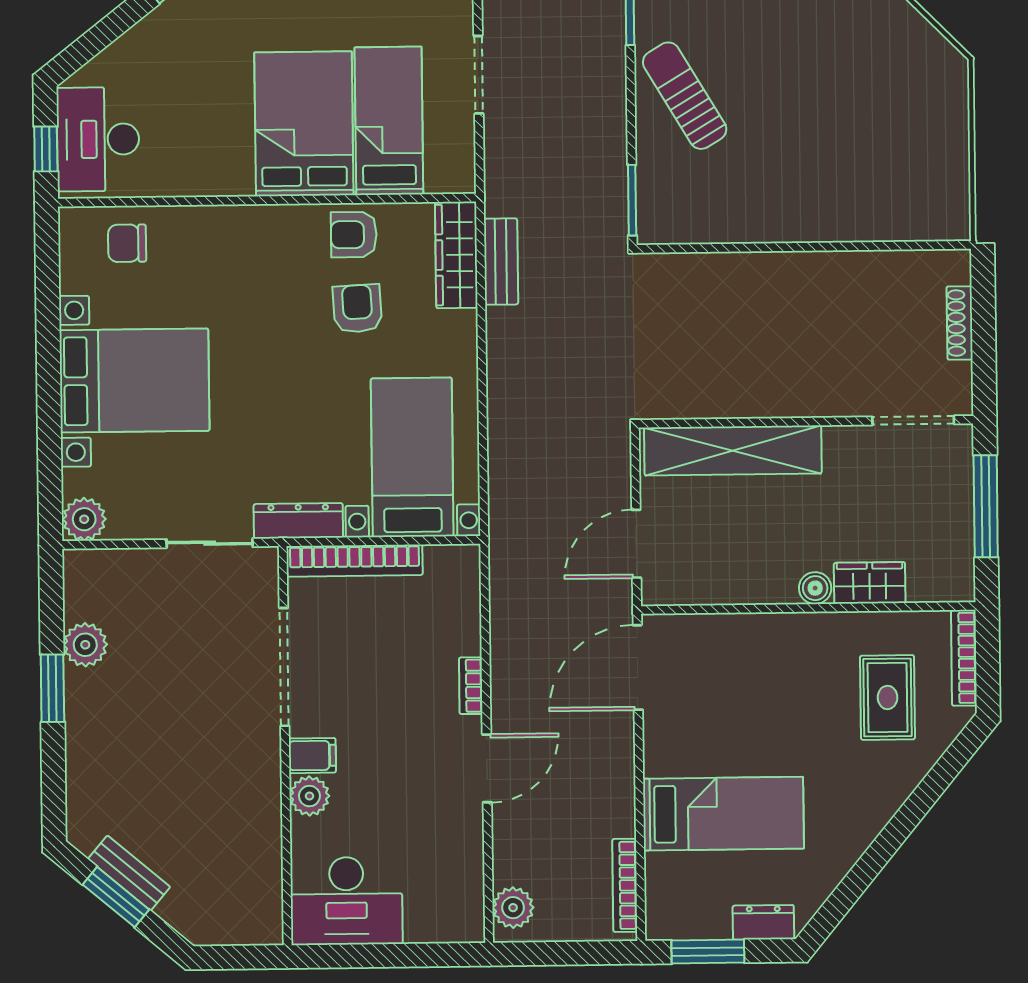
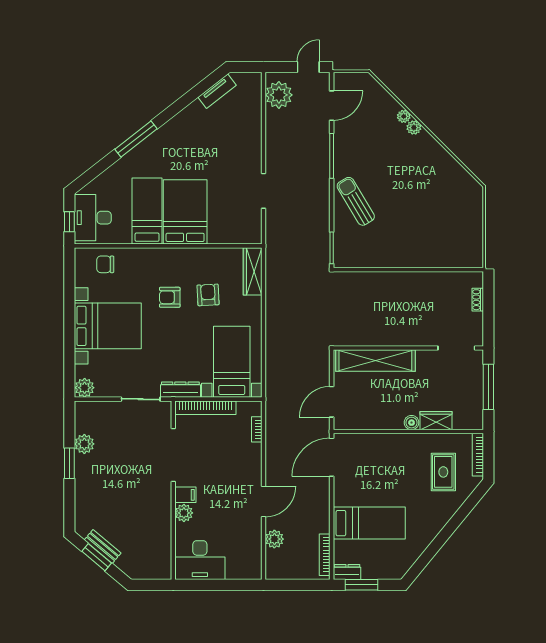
bed: (389, 121) -> (147, 211), moved
armchair: (354, 235) -> (170, 297), moved
bench: (501, 262) -> (273, 275), removed
shoe rack: (960, 323) -> (478, 300), width x0.70
bookcase: (471, 686) -> (257, 429), moved
plant: (513, 908) -> (274, 539), moved
dresser: (763, 922) -> (347, 572), moved

